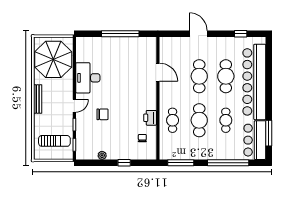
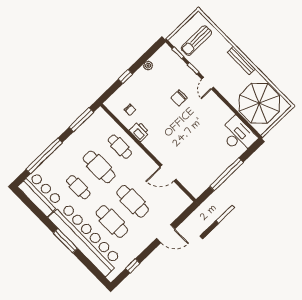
desk: (88, 78) -> (238, 135), moved
window: (269, 133) -> (65, 241), moved

